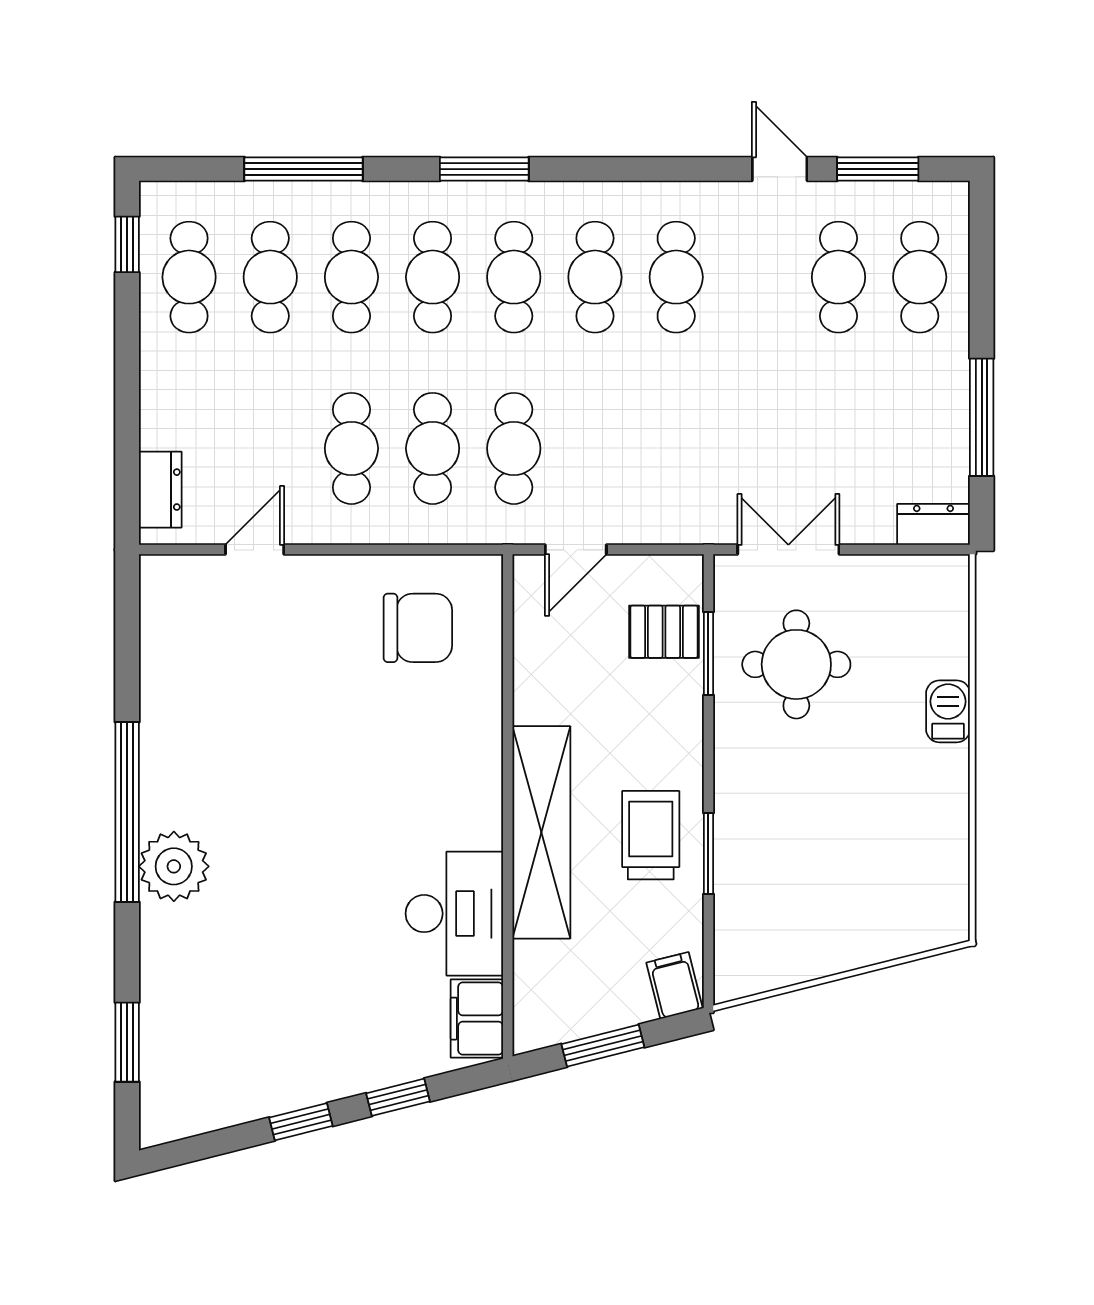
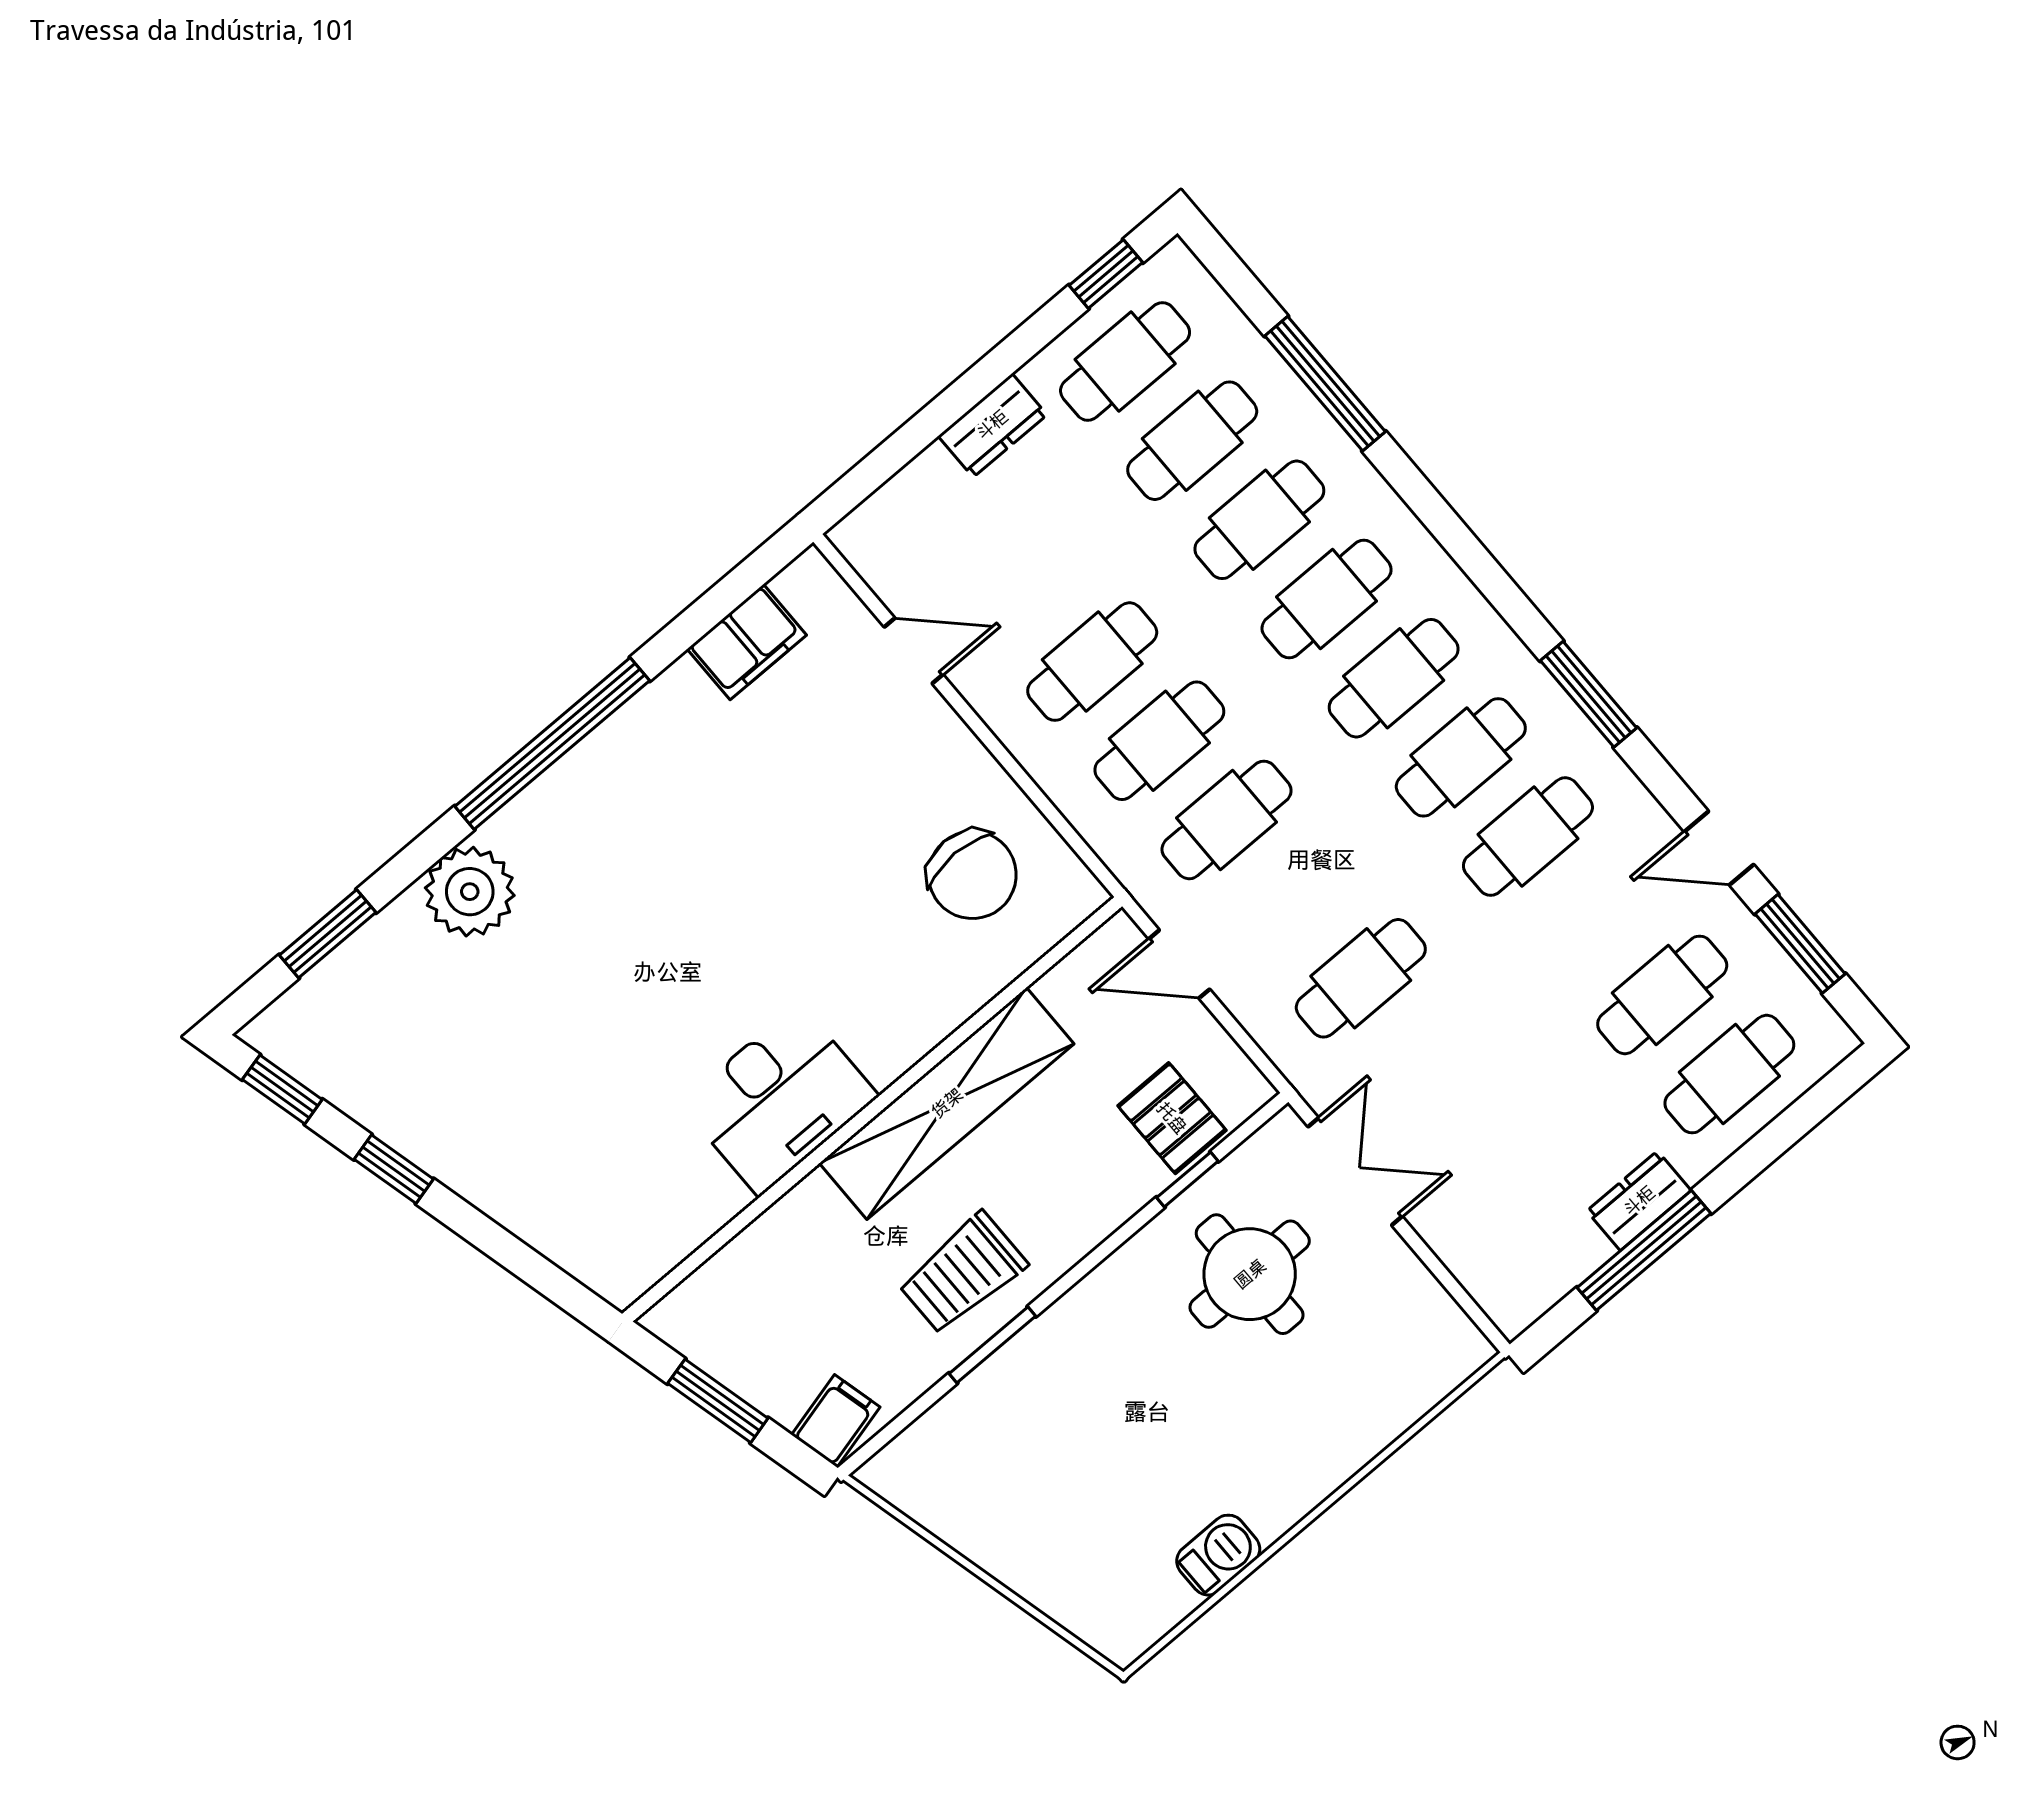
window: (484, 169) -> (1589, 694), moved
door: (780, 169) -> (1719, 848), swing flipped
cafe table: (676, 448) -> (1361, 978), added
dresser: (160, 490) -> (992, 425), moved
dresser: (934, 524) -> (1639, 1201), moved, turned -90
window: (708, 654) -> (1187, 1179), width x0.67
barbecue: (948, 711) -> (1218, 1555), moved
shelving: (541, 832) -> (947, 1103), moved
trolley: (651, 835) -> (963, 1273), turned 180
plant: (174, 866) -> (470, 892), moved
desk: (454, 914) -> (779, 1100), moved
filing cabinet: (477, 1019) -> (747, 642), moved, turned 180
window: (398, 1097) -> (282, 1090), moved

